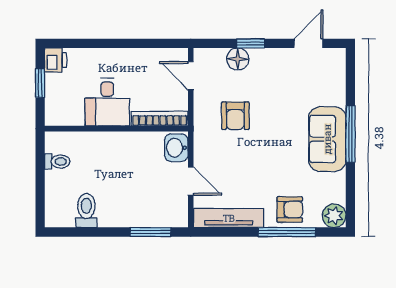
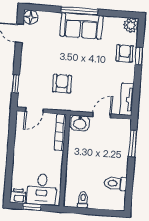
window: (251, 43) -> (16, 84), moved
floor lamp: (238, 59) -> (31, 17), moved
desk: (107, 102) -> (42, 189), moved, turned 90
armchair: (235, 116) -> (62, 84), turned -90
tv unit: (229, 218) -> (127, 99), width x0.71
window: (287, 232) -> (139, 56), width x0.46

